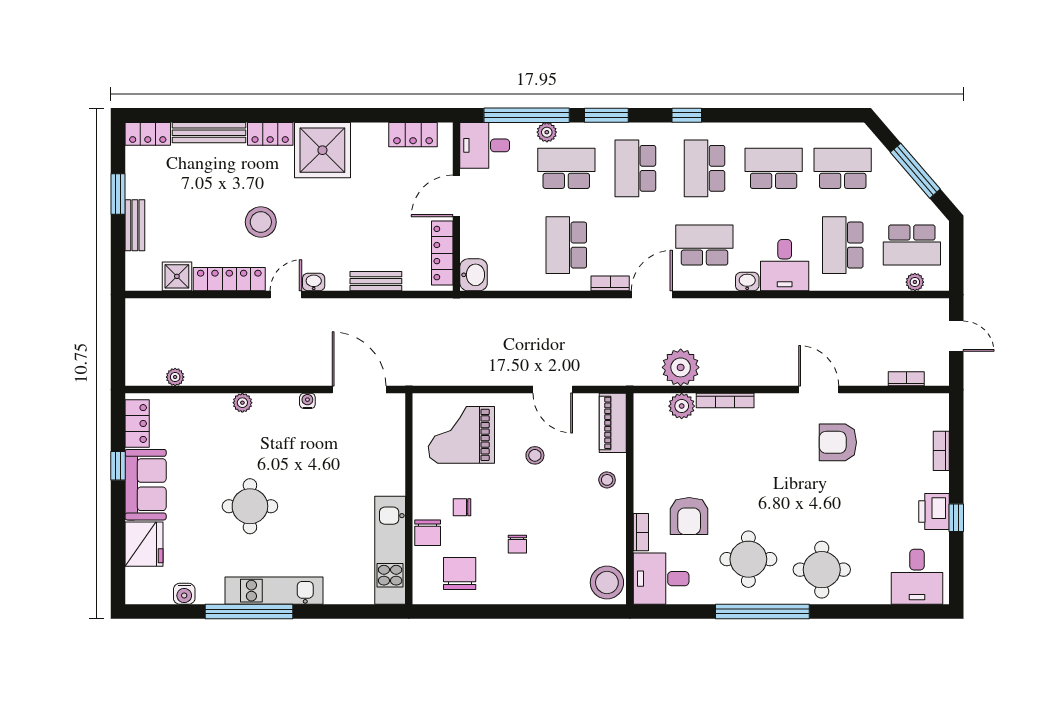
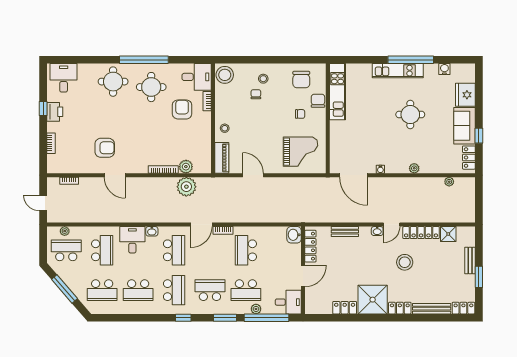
locker: (413, 135) -> (345, 308), moved
school desk: (635, 168) -> (210, 290), turned -90
school desk: (566, 245) -> (246, 250), turned 180
school desk: (704, 245) -> (174, 250), turned -90
stool: (535, 455) -> (263, 79), moved
chair: (517, 544) -> (256, 94), moved

